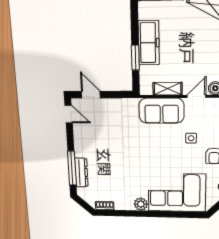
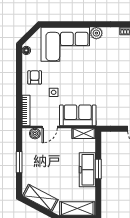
window: (135, 58) -> (98, 169), moved
shelving: (168, 89) -> (84, 133), moved

